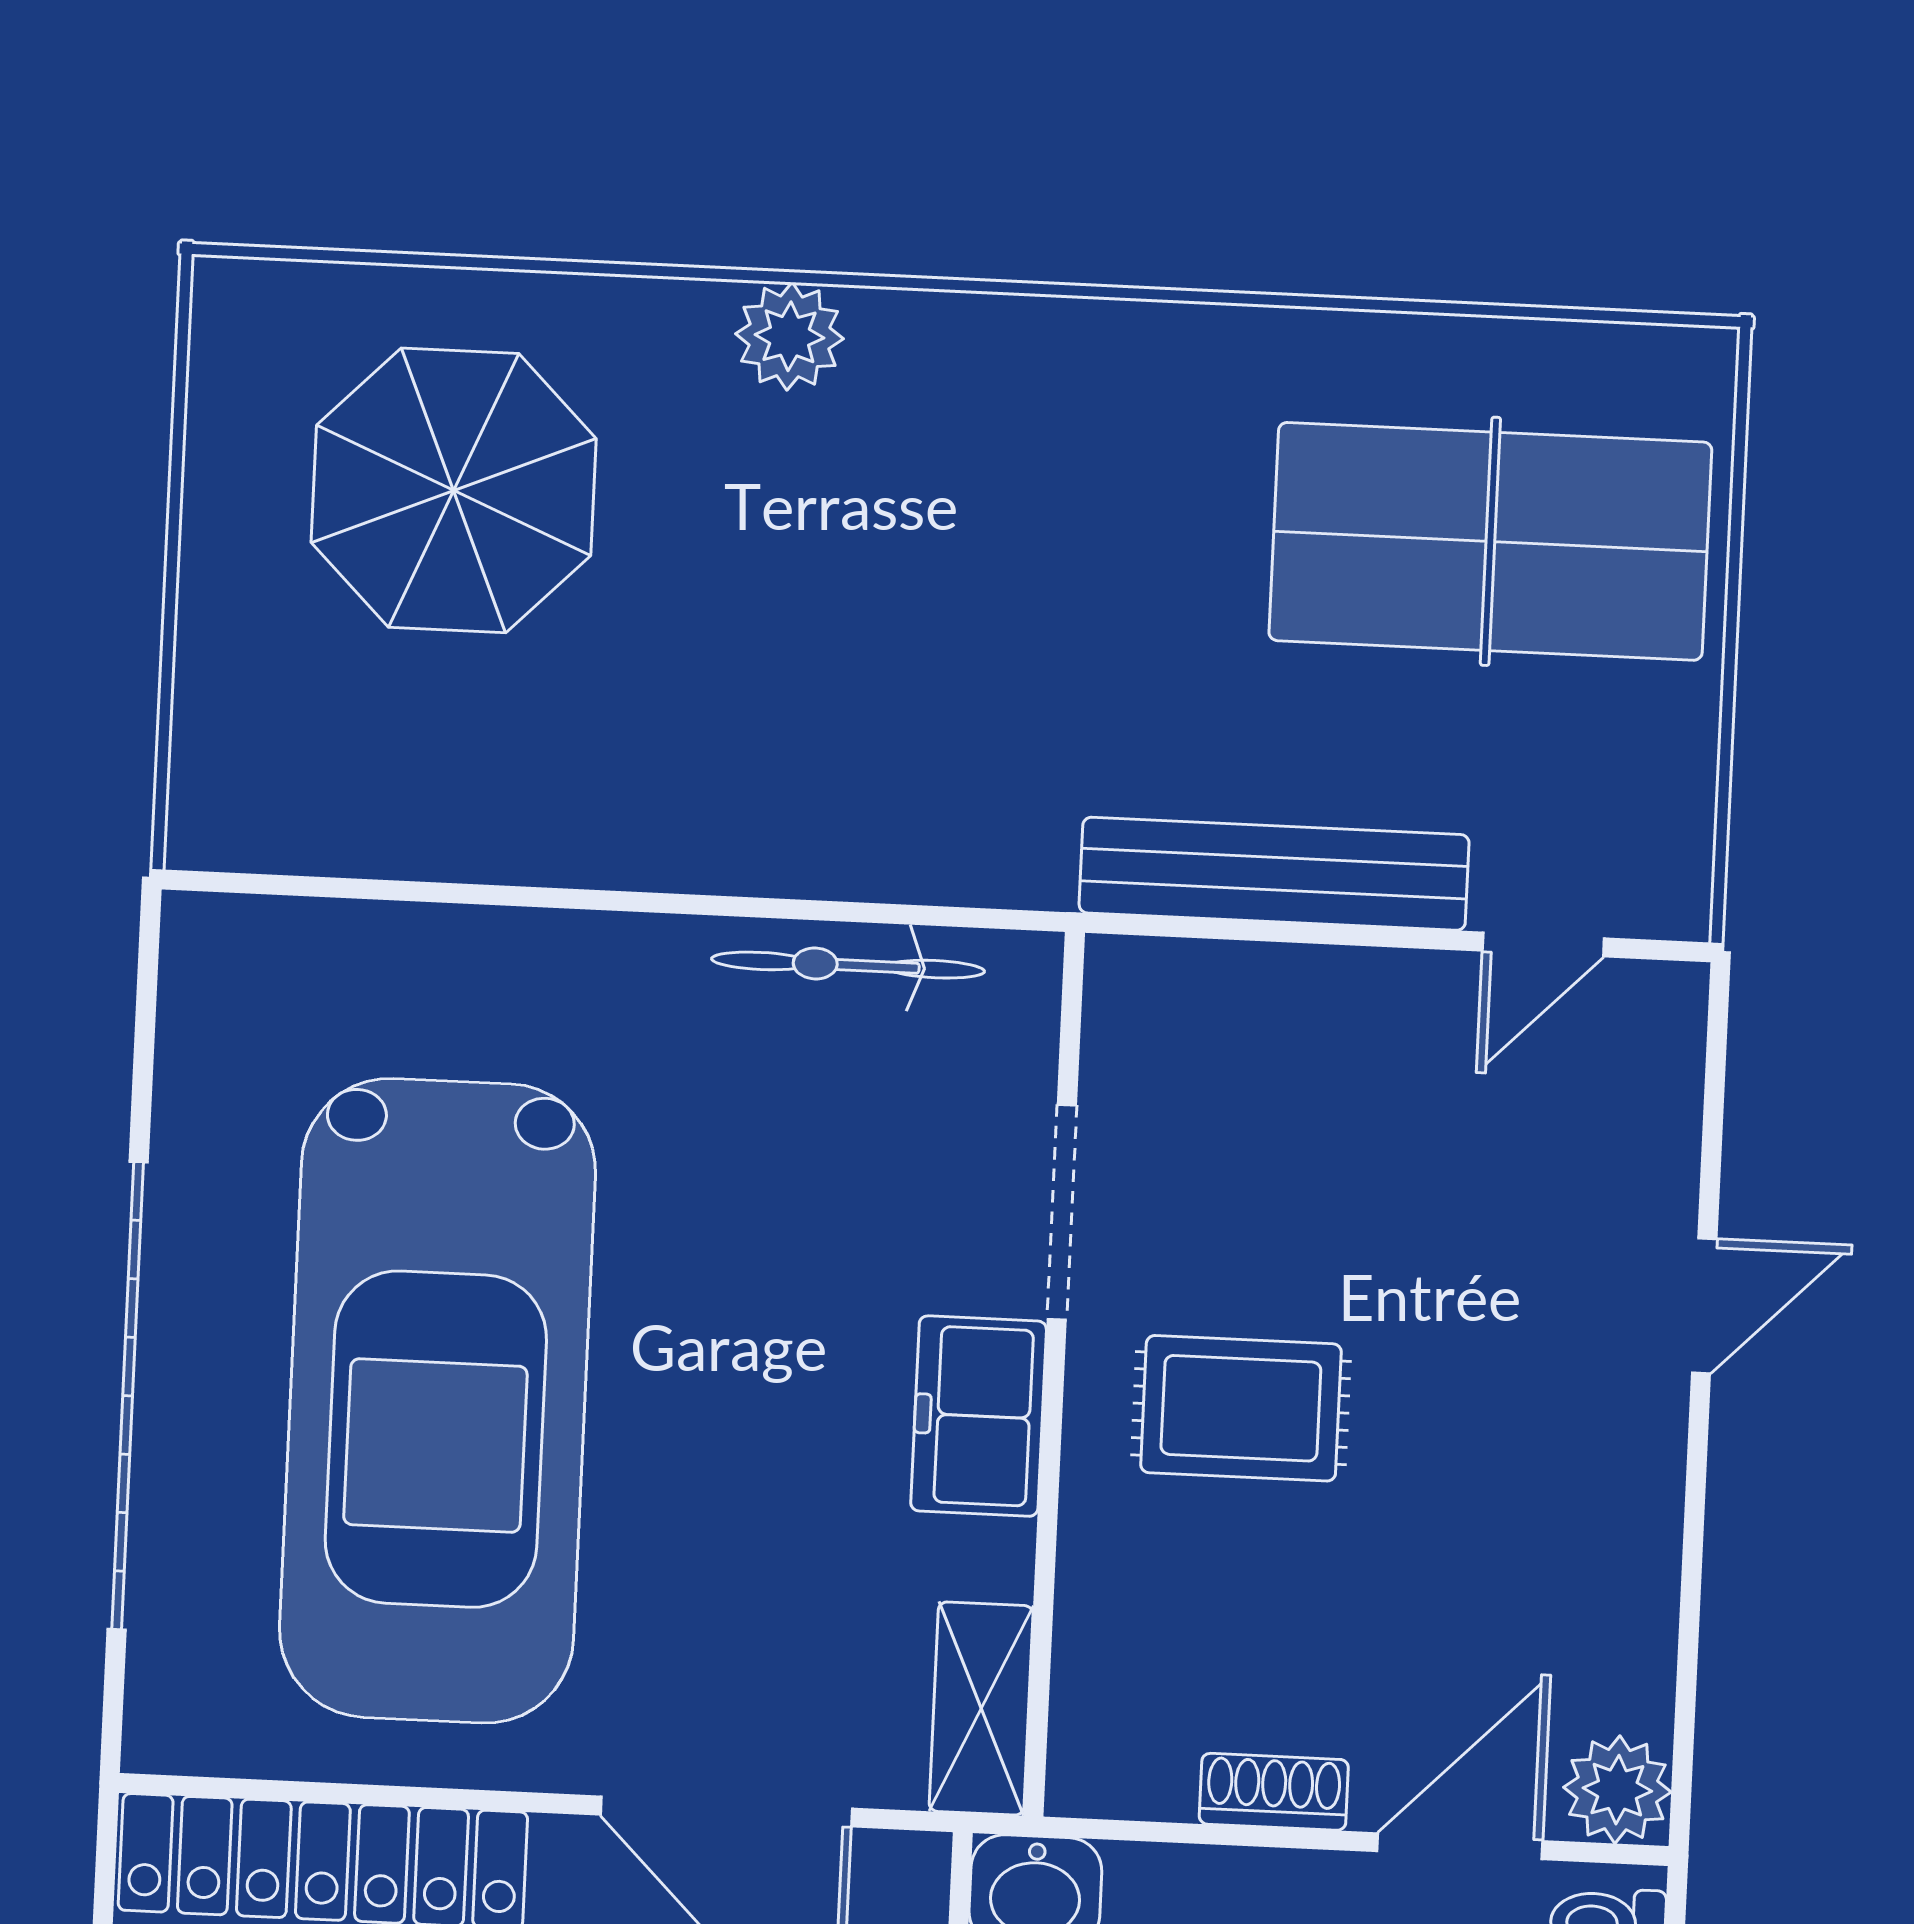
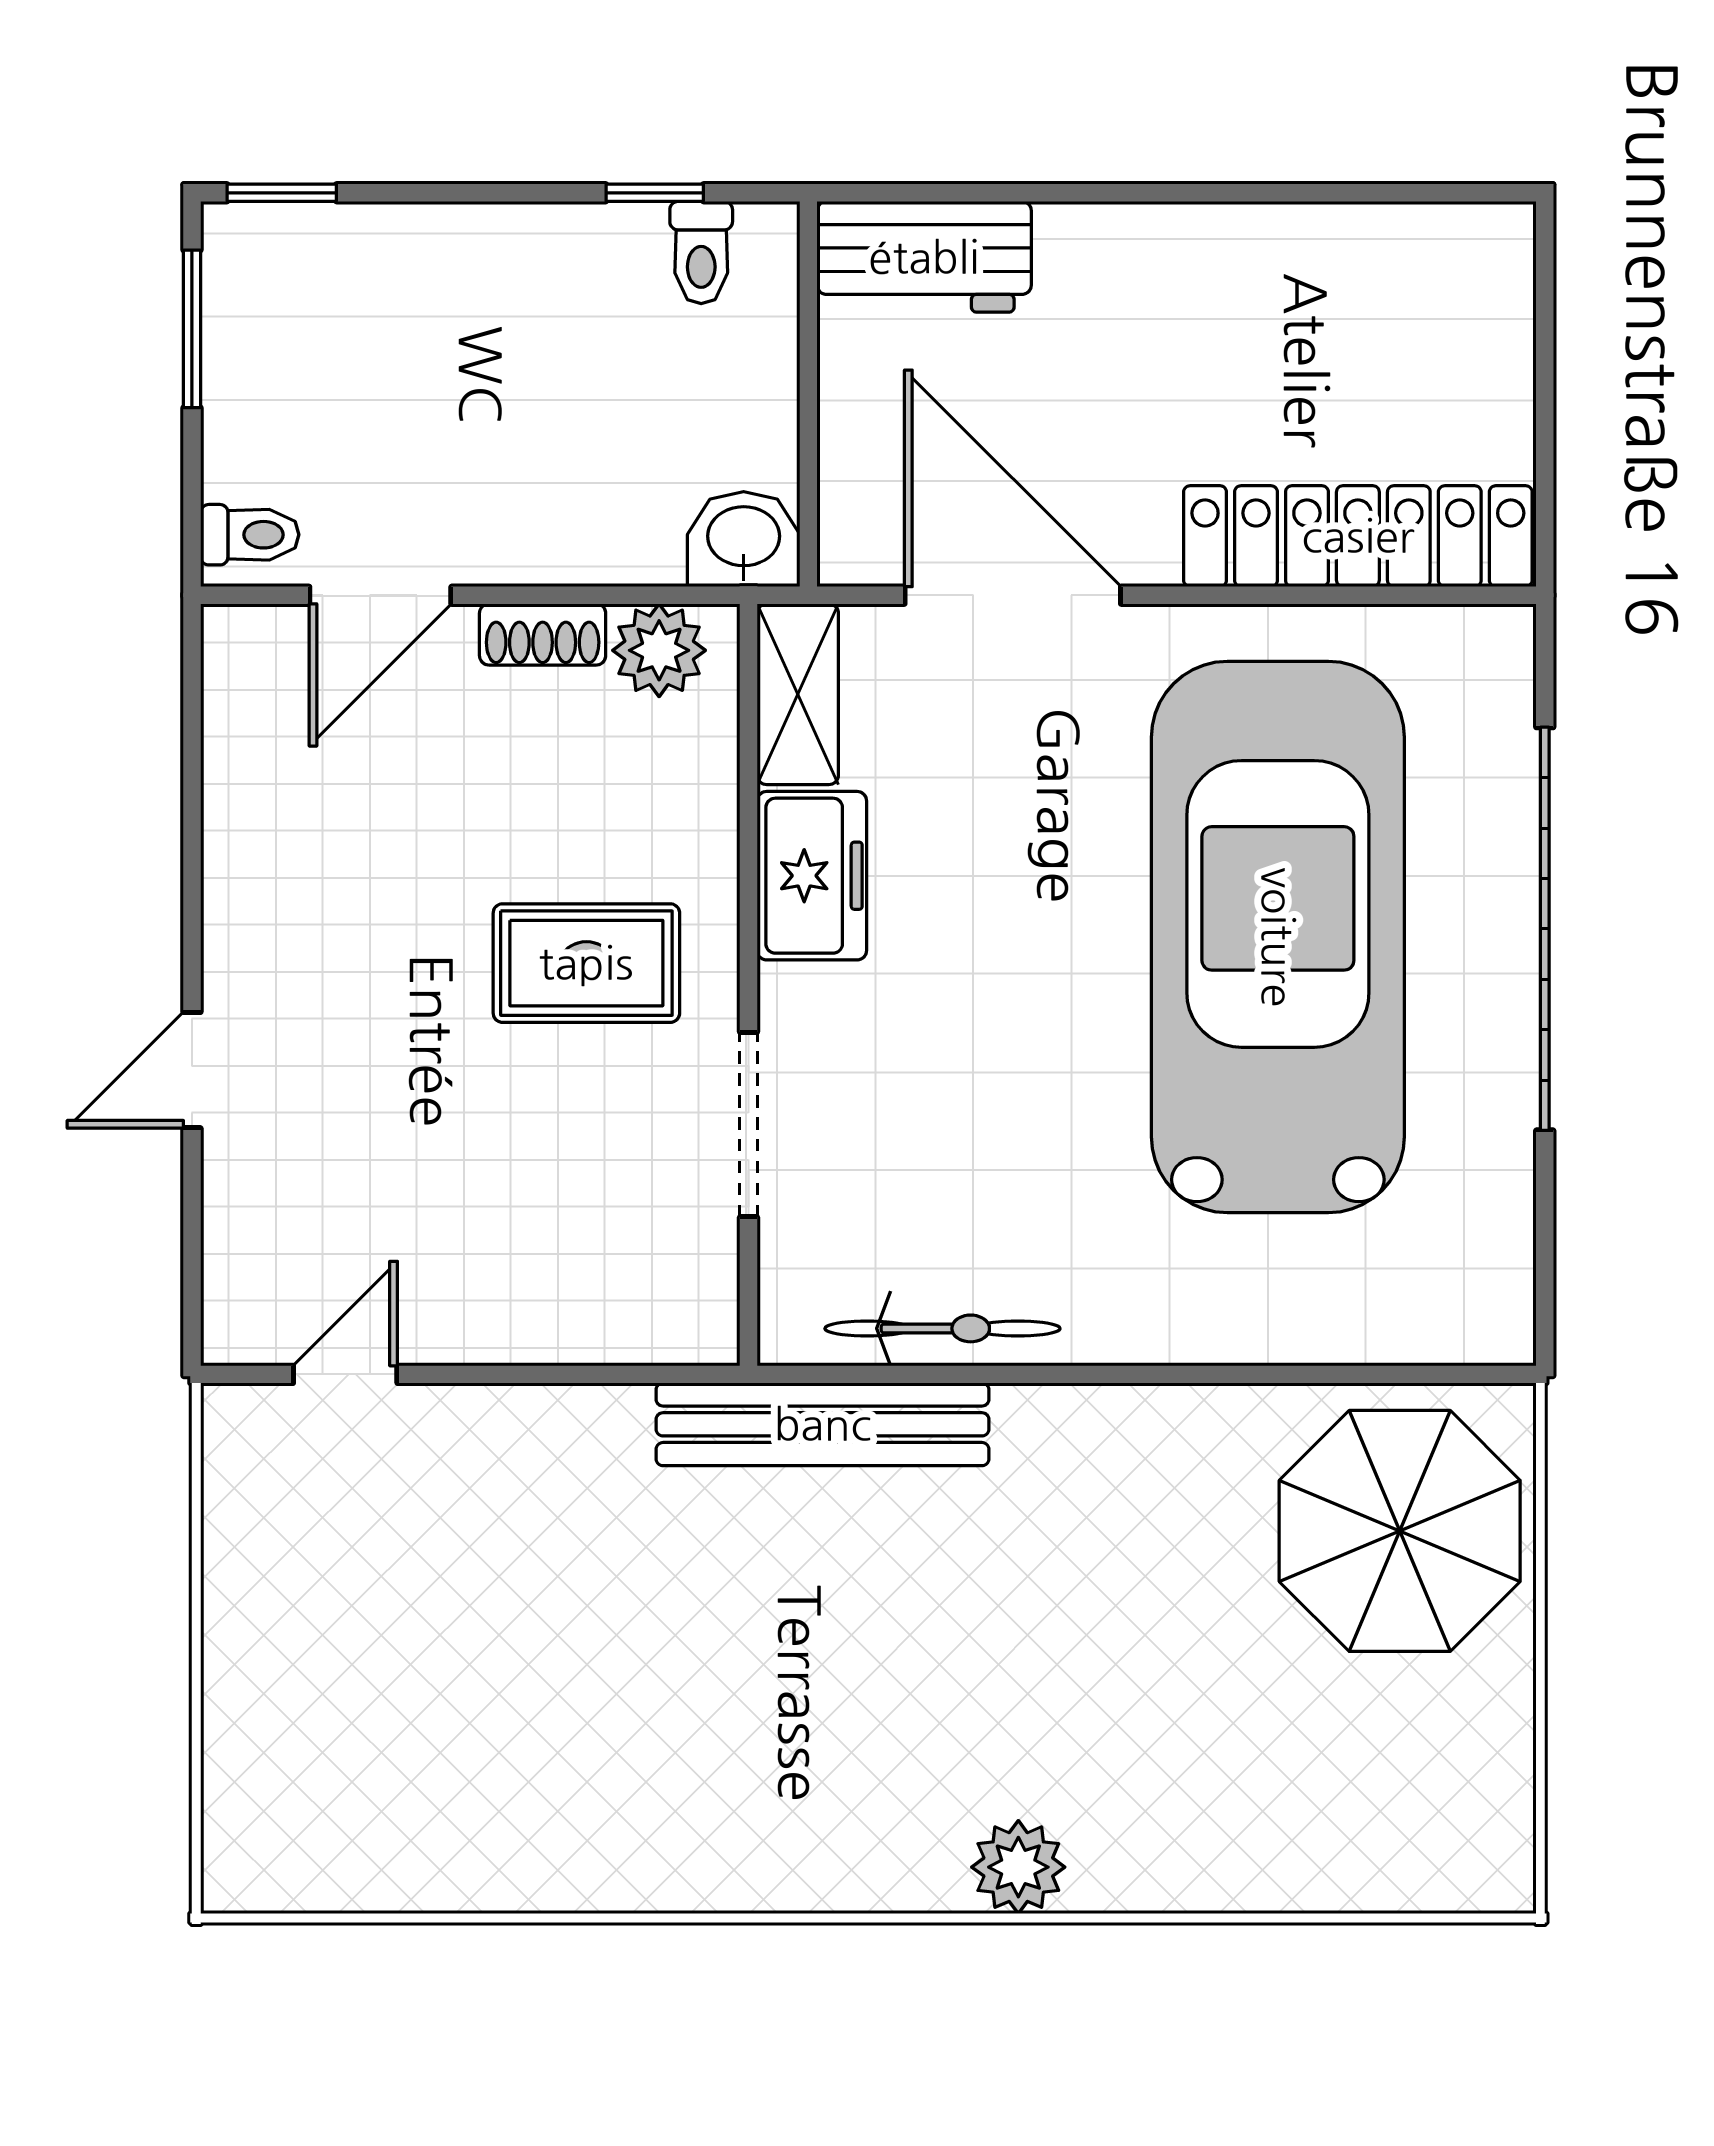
parasol: (454, 490) -> (1400, 1531), moved
table tennis table: (1490, 541) -> (407, 1719), removed
bench: (1274, 874) -> (823, 1424), moved
freezer: (979, 1416) -> (812, 876), moved
plant: (1617, 1790) -> (659, 650), moved

